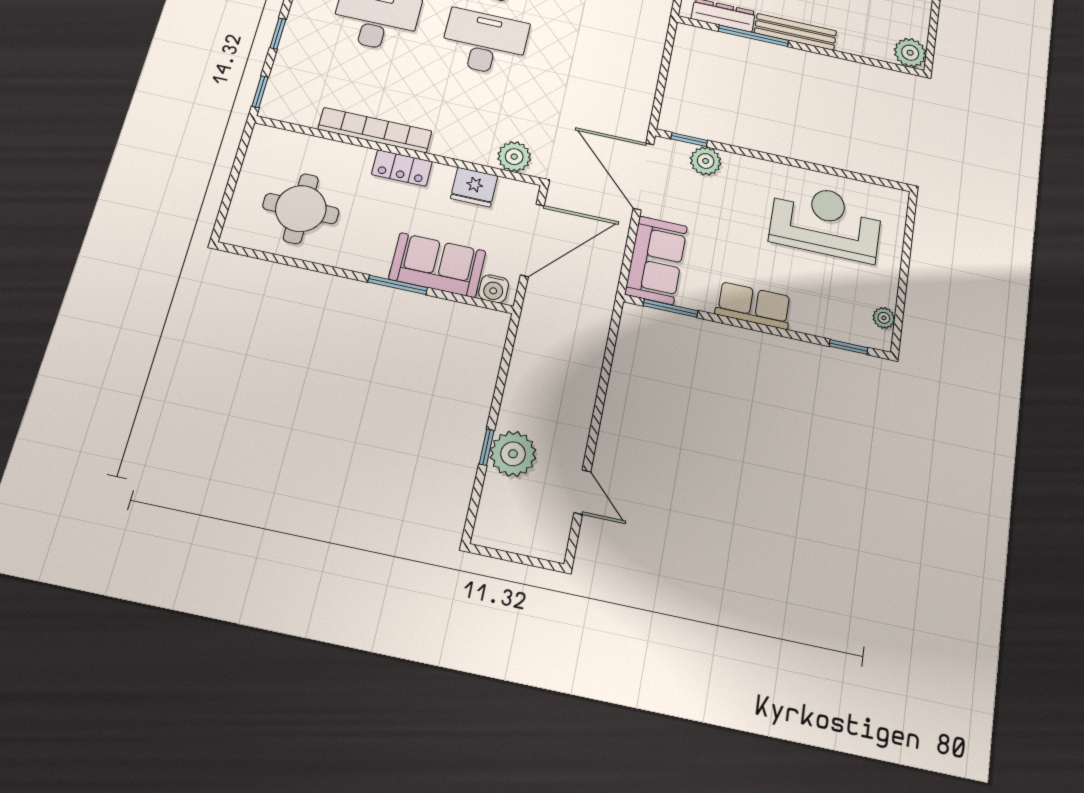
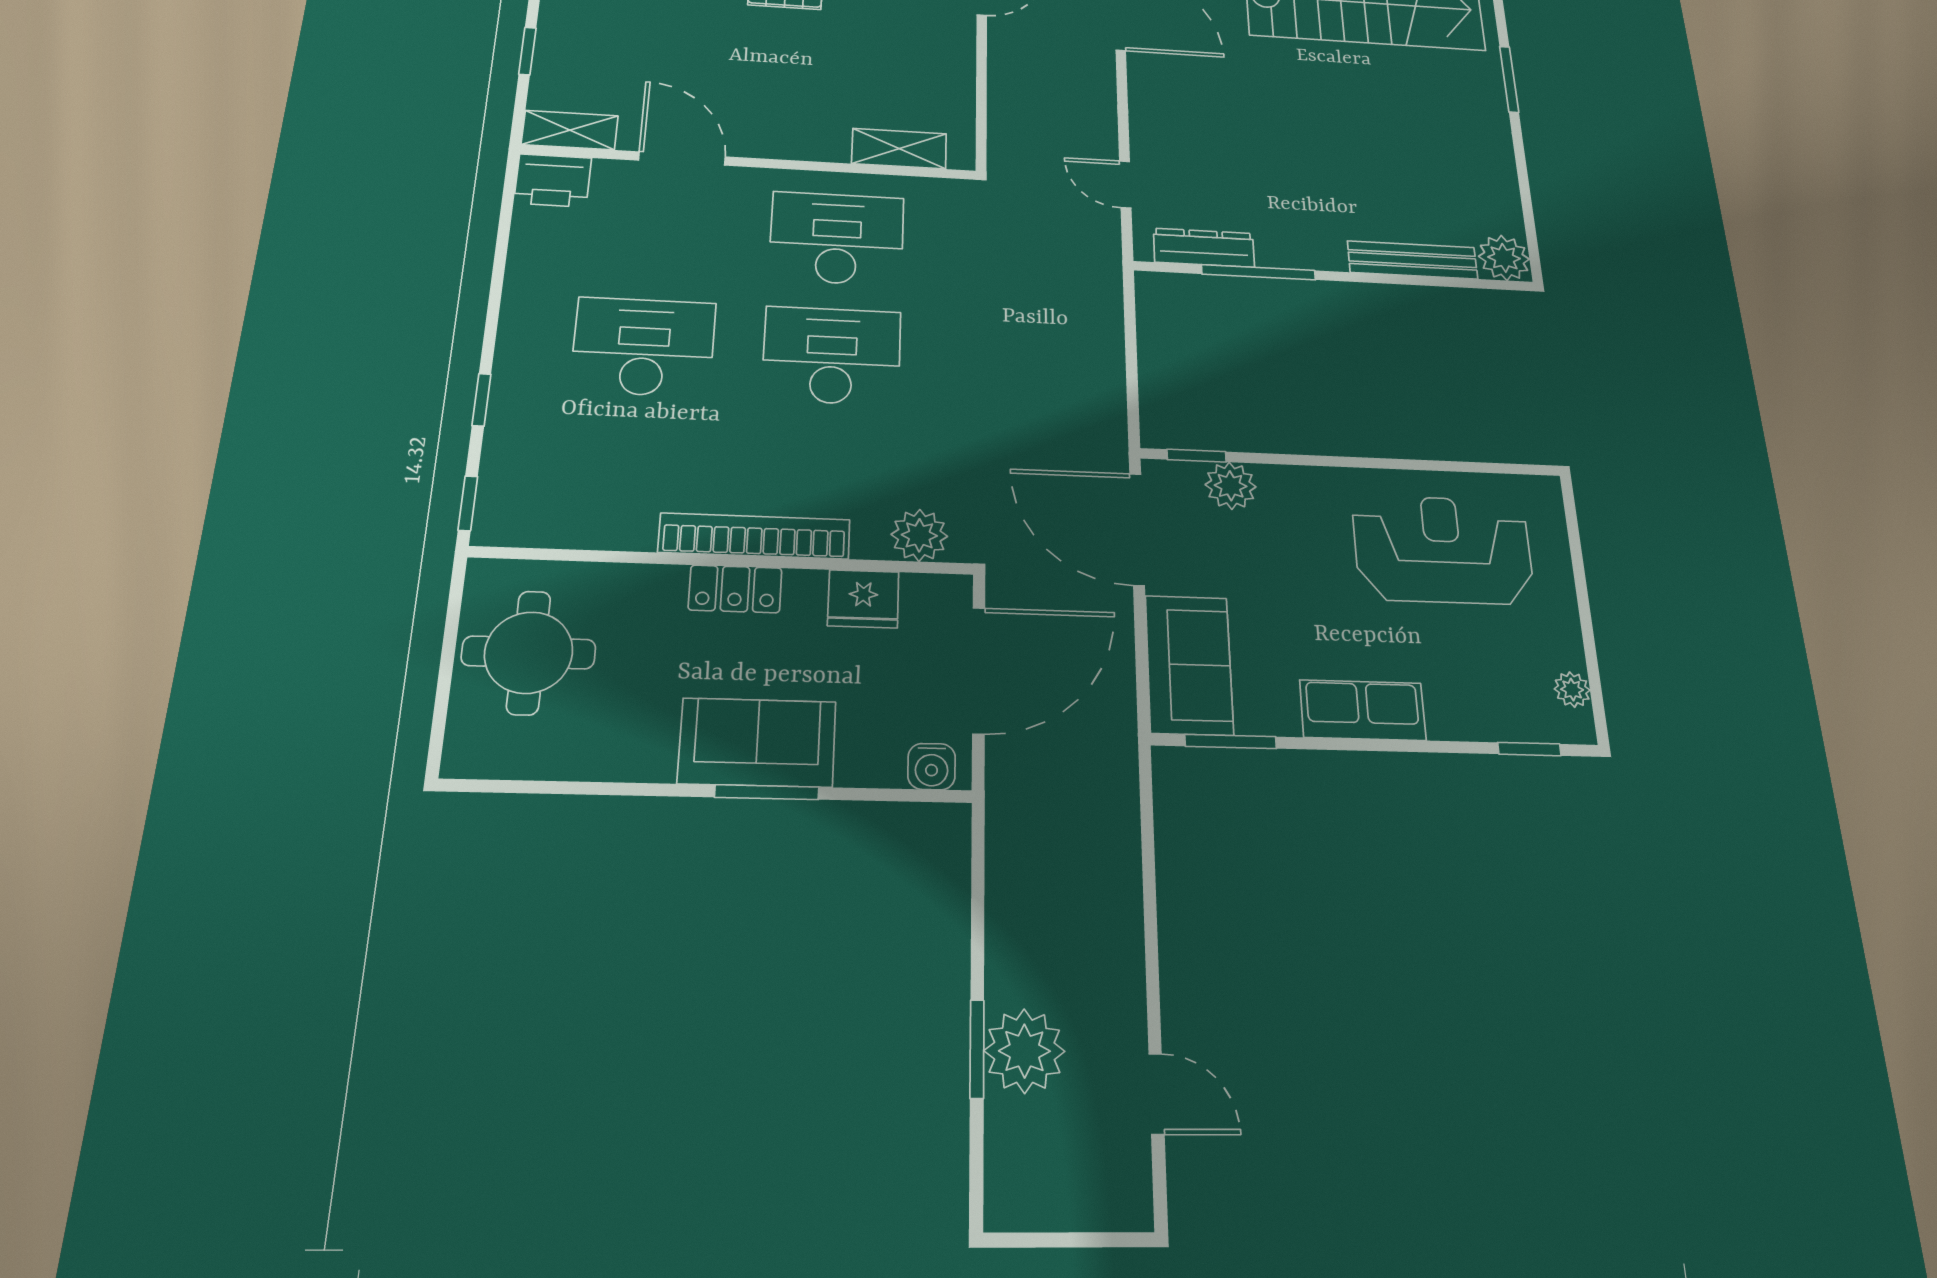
bench: (795, 32) -> (1413, 260), moved
bookcase: (375, 130) -> (755, 536), moved
round table: (301, 209) -> (529, 653), moved
sofa: (437, 265) -> (757, 742), moved
window: (487, 447) -> (977, 1049), width x1.50

